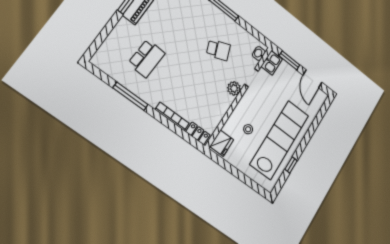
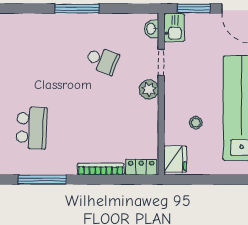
school desk: (218, 50) -> (102, 60), turned 42

